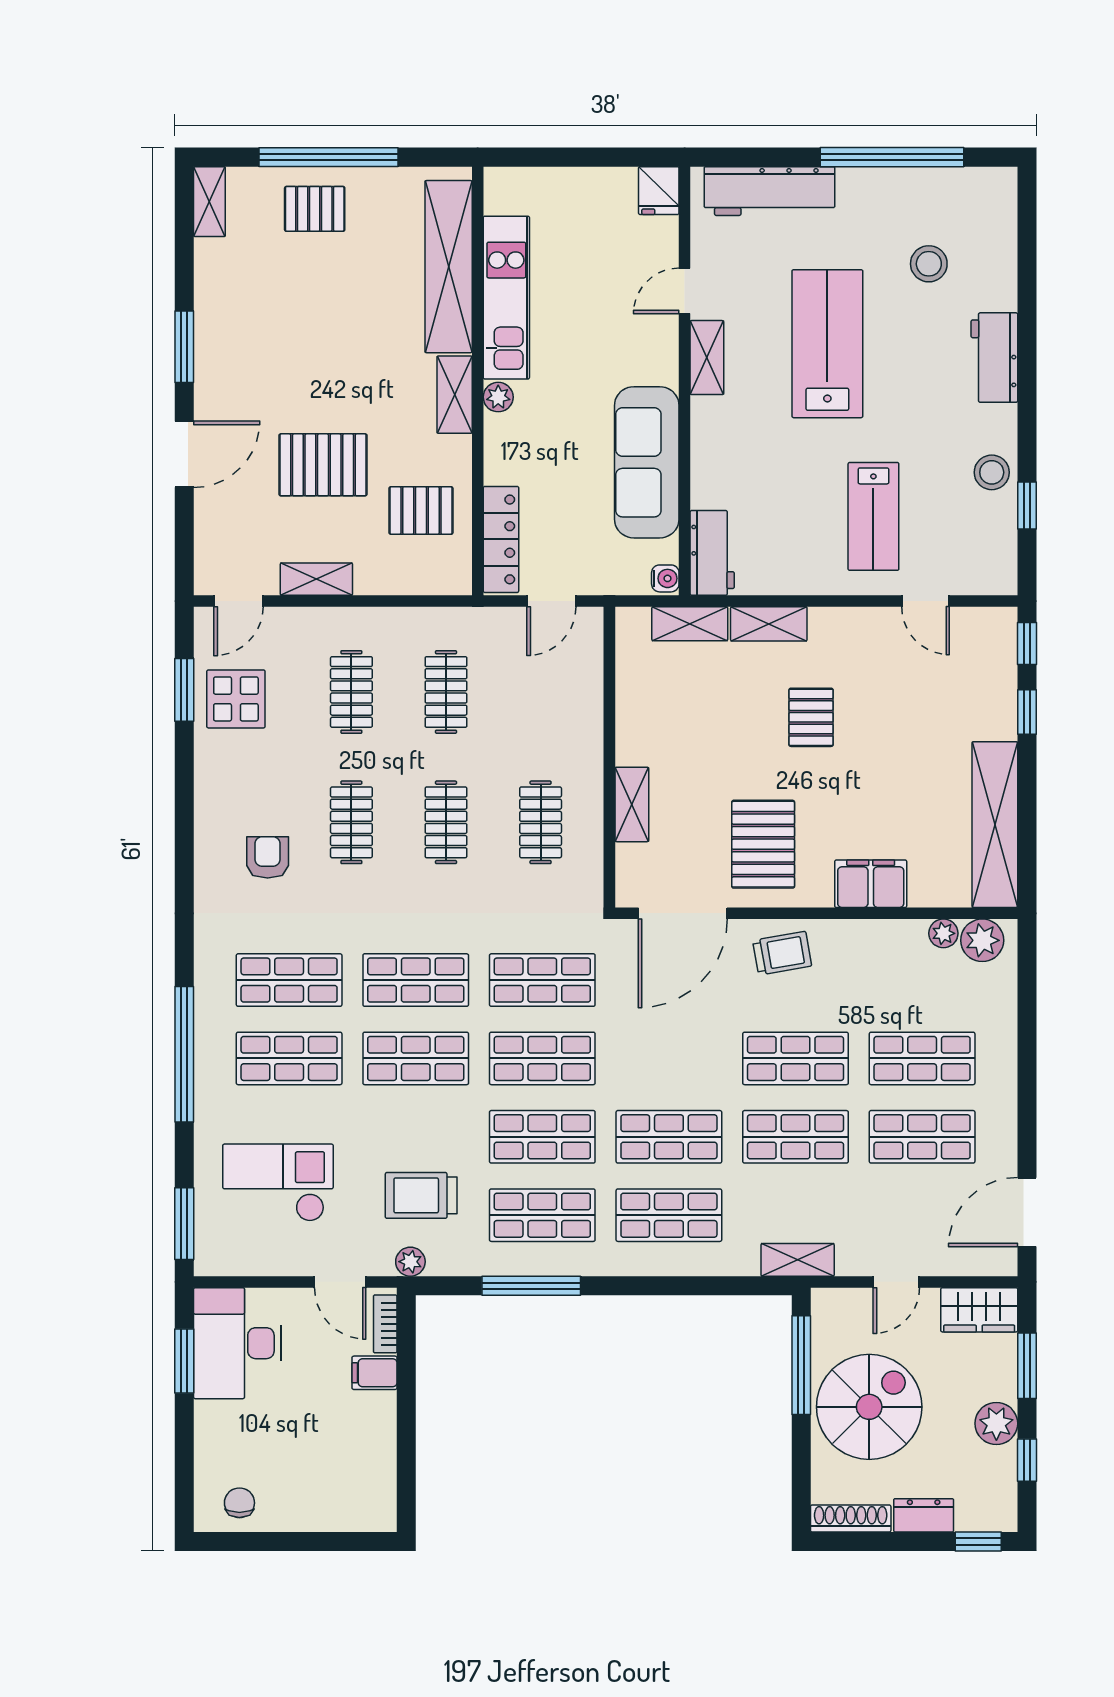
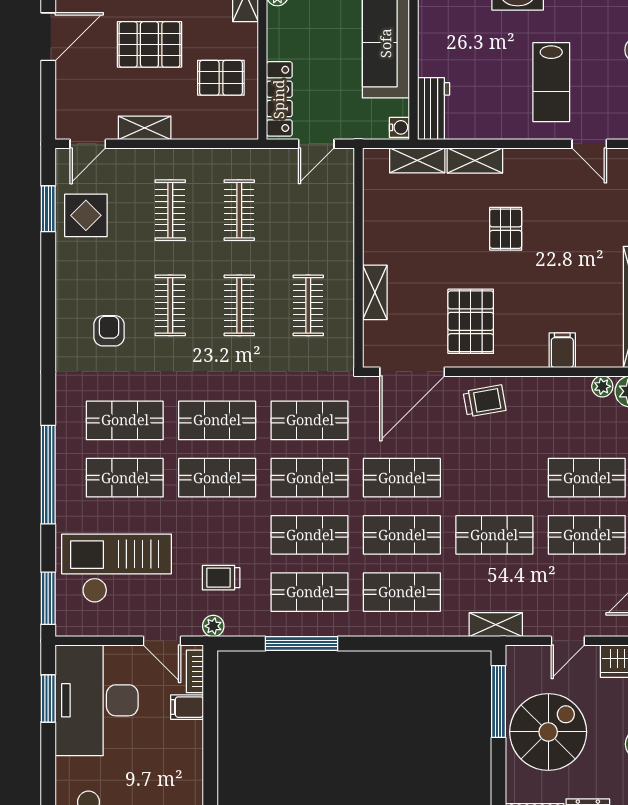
filing cabinet: (871, 884) -> (562, 350), width x0.50
shop shelf: (795, 1058) -> (402, 478), moved
checkout: (278, 1183) -> (117, 568), width x1.36, depth x1.21
trolley: (421, 1195) -> (221, 578), width x0.73, depth x0.72
desk: (237, 1343) -> (97, 700), width x1.36, depth x1.30

